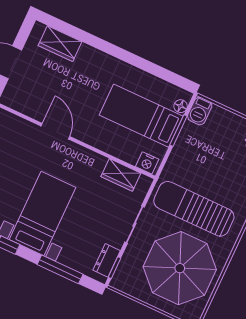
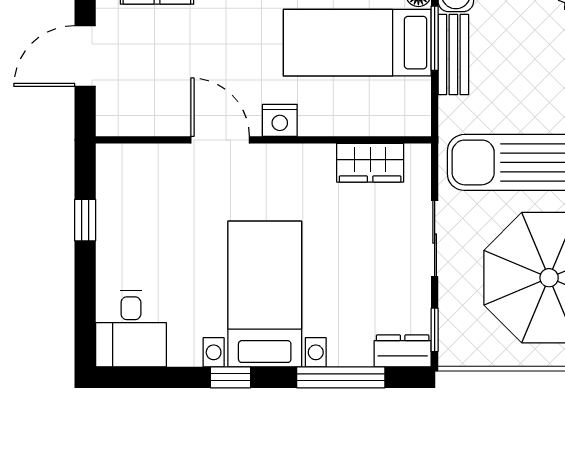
bench: (184, 142) -> (453, 55), added
nightstand: (147, 163) -> (280, 120), moved
dresser: (107, 260) -> (403, 351), moved, turned 90

